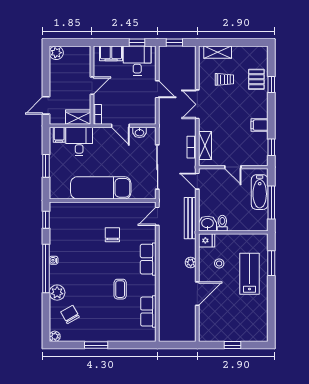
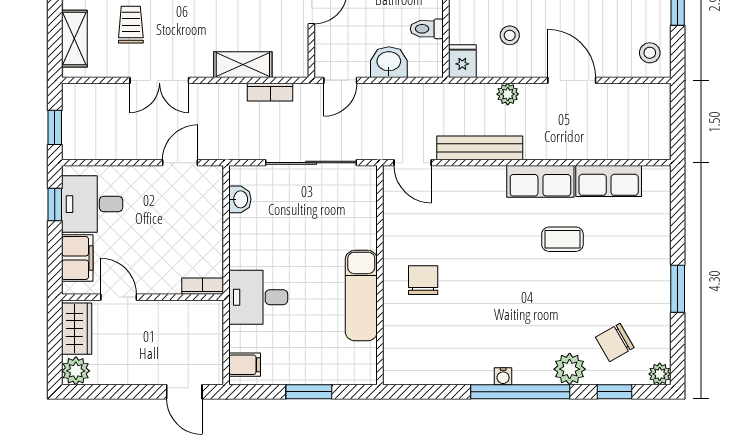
door: (92, 86) -> (119, 297), moved
door: (157, 89) -> (180, 163), moved
double door: (197, 104) -> (159, 80), moved
wardrobe: (78, 117) -> (77, 329), moved, turned 180
door: (120, 126) -> (226, 239), removed
desk: (79, 141) -> (258, 297), moved
shelving: (205, 146) -> (243, 65), moved
exam couch: (101, 188) -> (361, 296), width x0.73, depth x0.69
bench: (190, 218) -> (480, 148), moved
window: (46, 220) -> (615, 392), moved
washbasin: (208, 224) -> (389, 62), moved, turned 90
chair: (112, 235) -> (423, 280), moved, turned 90
row of seats: (148, 259) -> (540, 181), moved
stool: (211, 332) -> (650, 53), added

